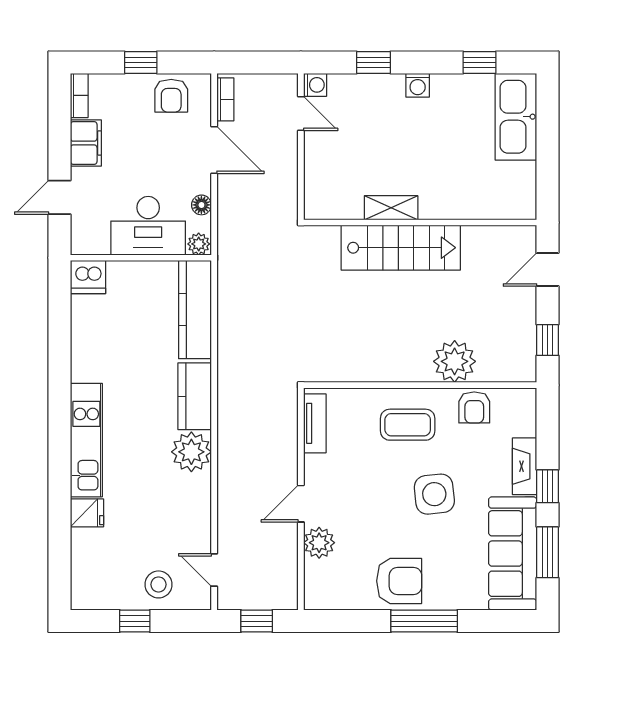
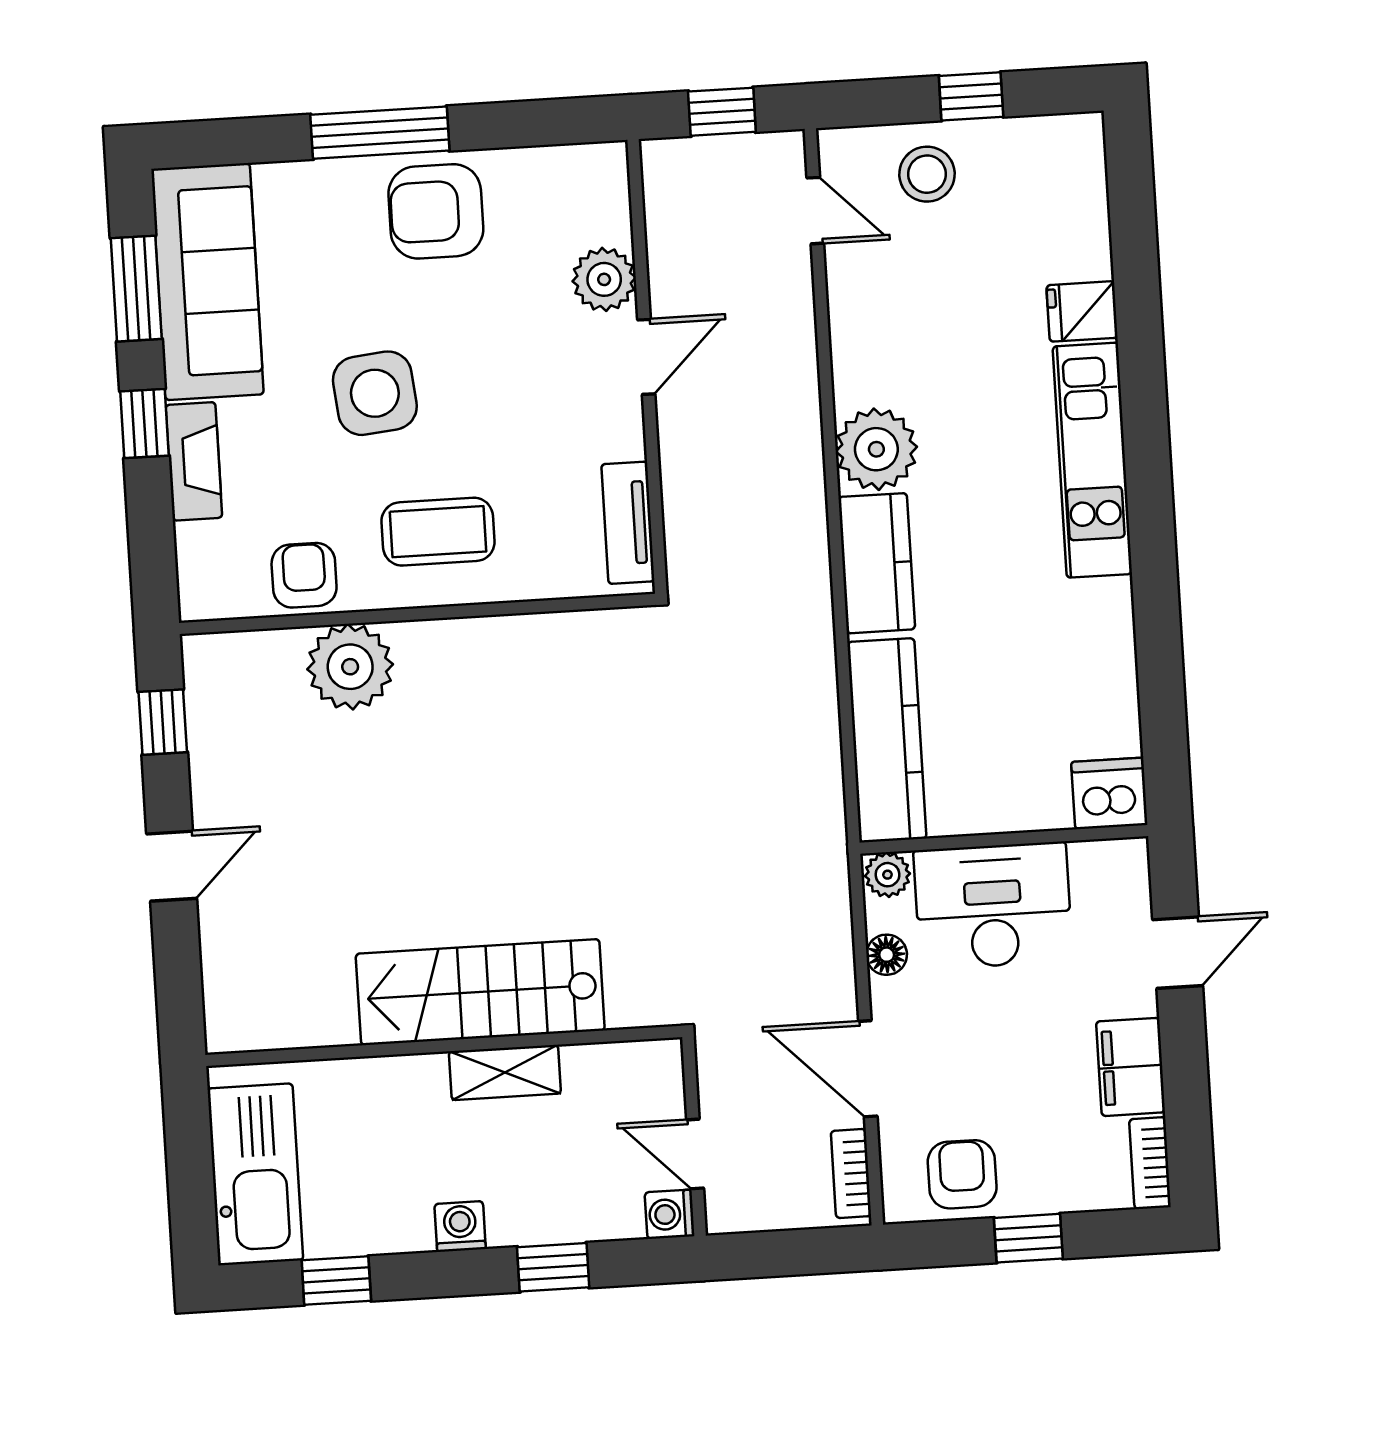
shelving: (391, 208) -> (505, 1072), moved
wall: (420, 222) -> (444, 1046), moved
stairs: (401, 248) -> (480, 992), moved

